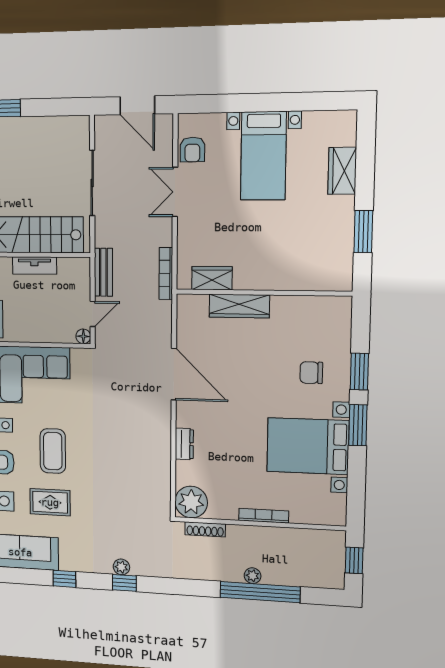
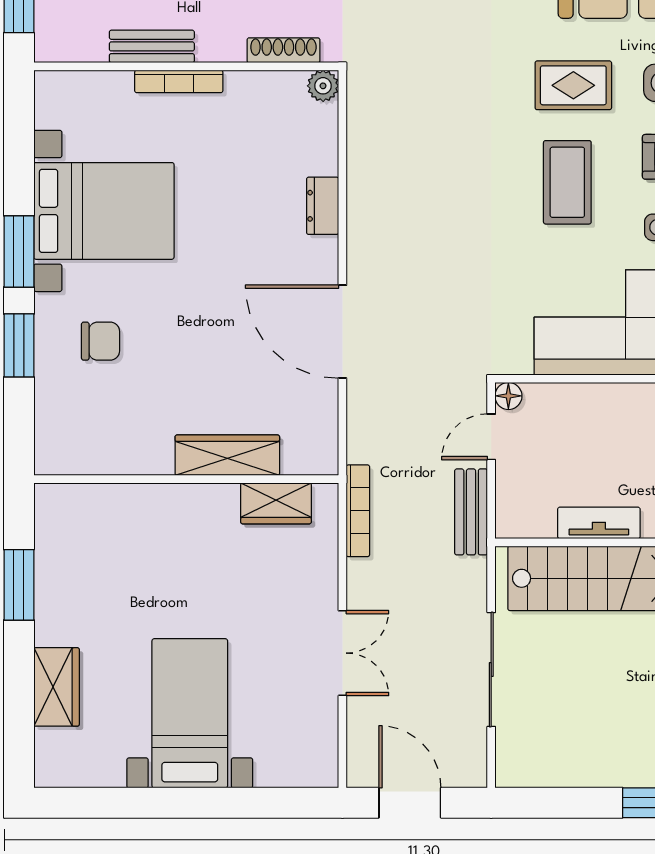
armchair: (192, 150) -> (312, 726), removed
plant: (191, 502) -> (323, 86), width x0.53, depth x0.53
bench: (278, 536) -> (152, 46), added

